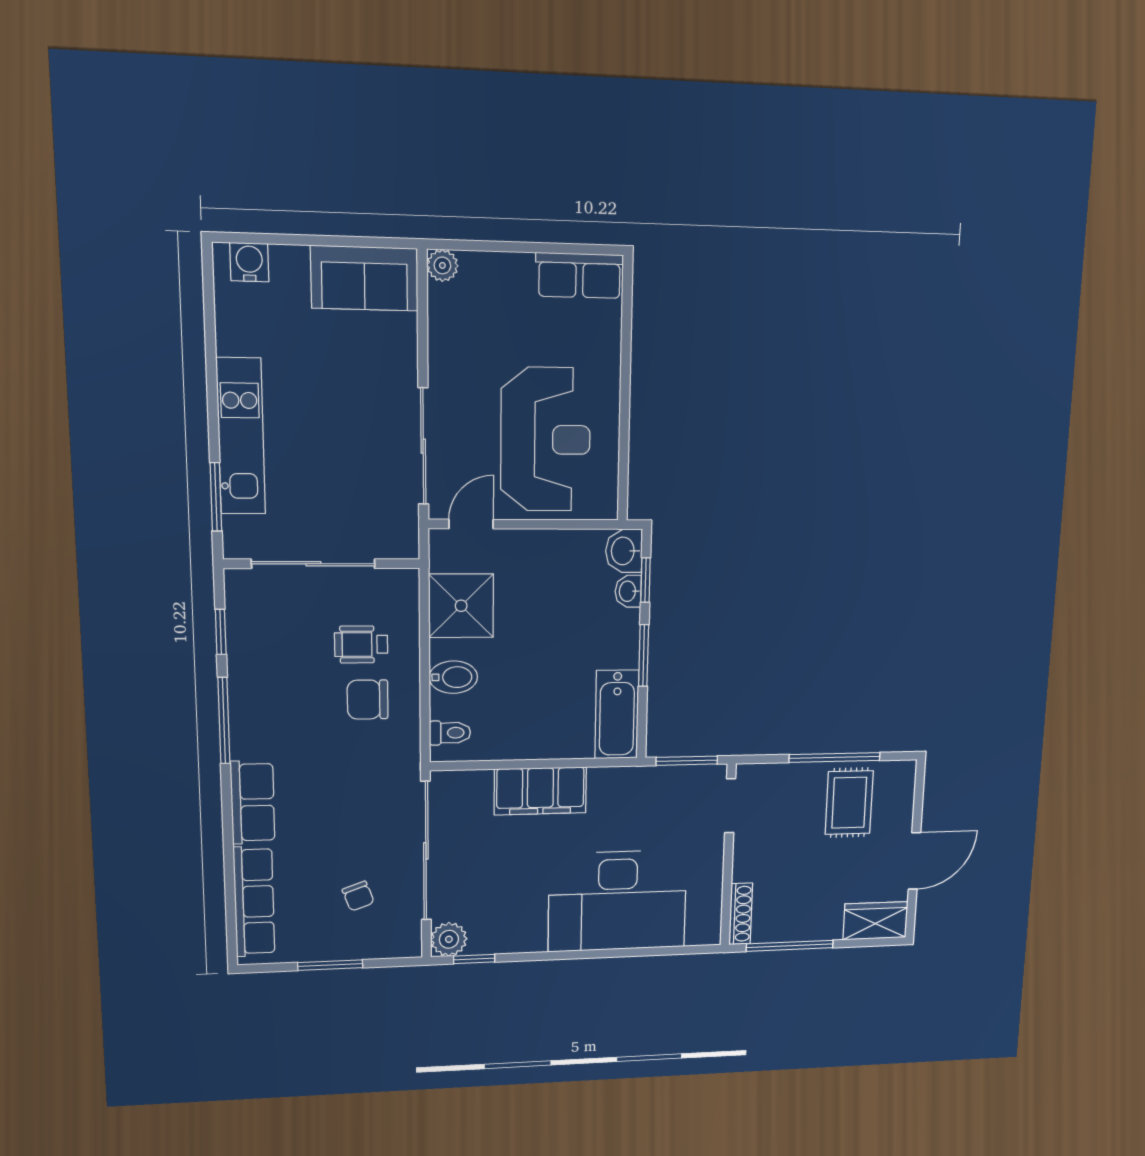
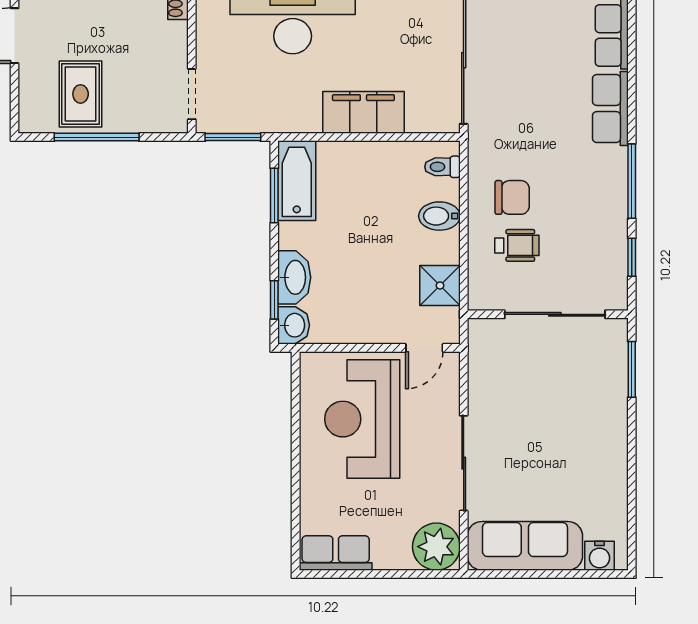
plant: (442, 265) -> (436, 547), width x1.87, depth x1.87
sofa: (365, 278) -> (525, 546), width x1.36
kitchen unit: (241, 436) -> (610, 419), removed
sliding door: (423, 446) -> (464, 463), moved
washbasin: (628, 591) -> (294, 277), width x1.91, depth x1.45
shower: (461, 606) -> (440, 285), width x0.73, depth x0.73
window: (644, 655) -> (274, 196), moved
chair: (358, 896) -> (523, 20), removed

